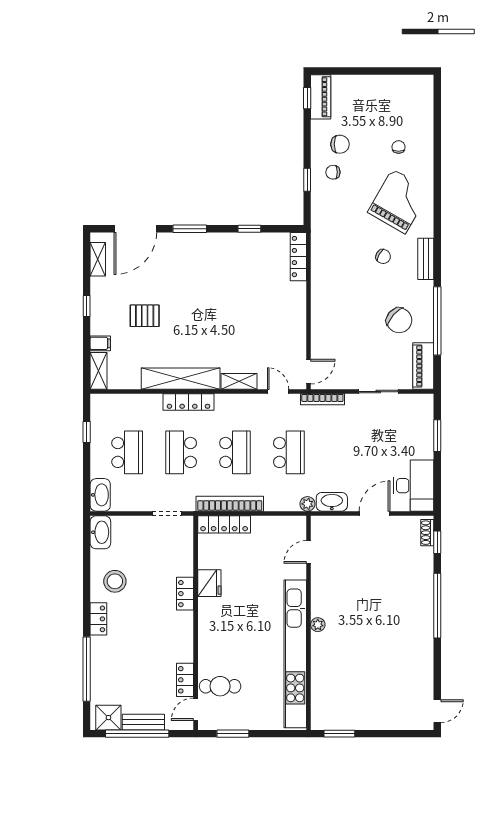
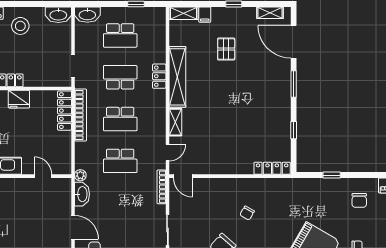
chair: (333, 172) -> (337, 195), removed
chair: (383, 257) -> (247, 213), moved
locker: (188, 402) -> (159, 76), width x0.66

